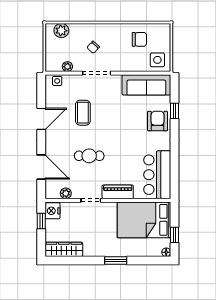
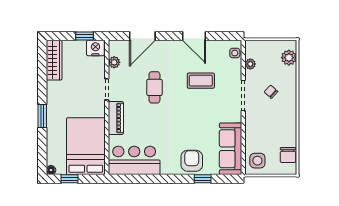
chair: (139, 39) -> (288, 155), moved
armchair: (158, 121) -> (192, 161), turned -90

